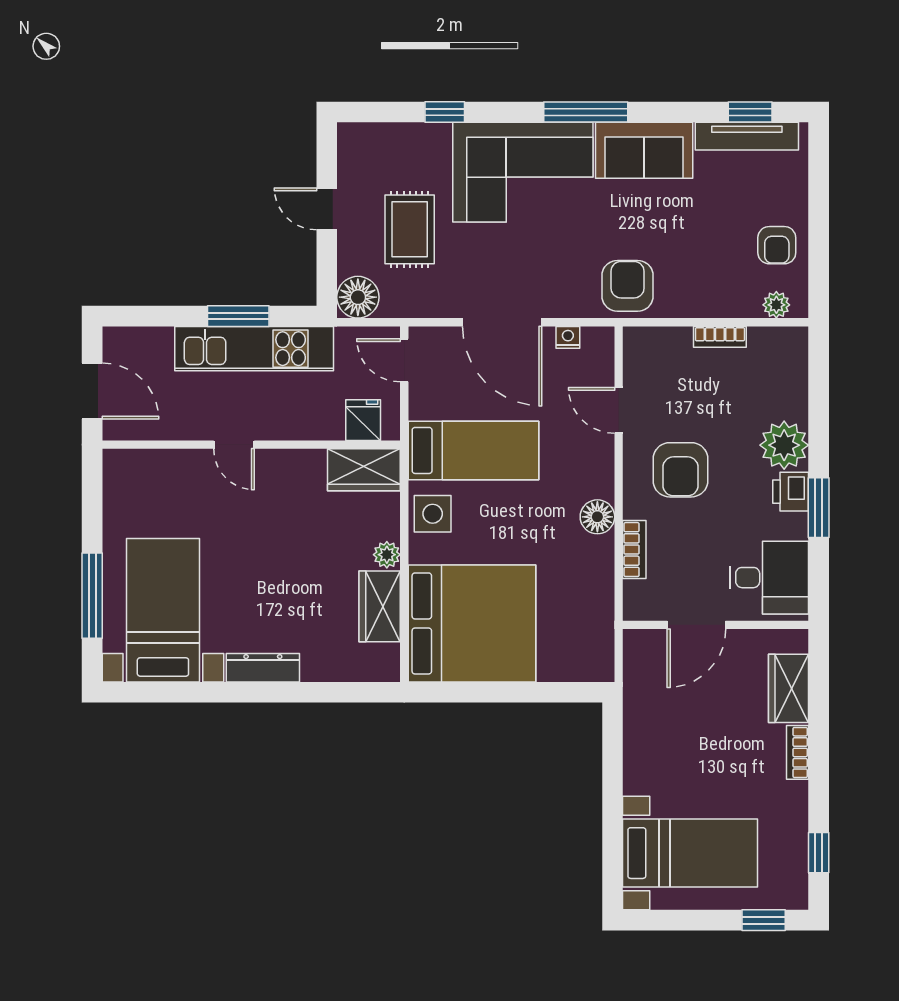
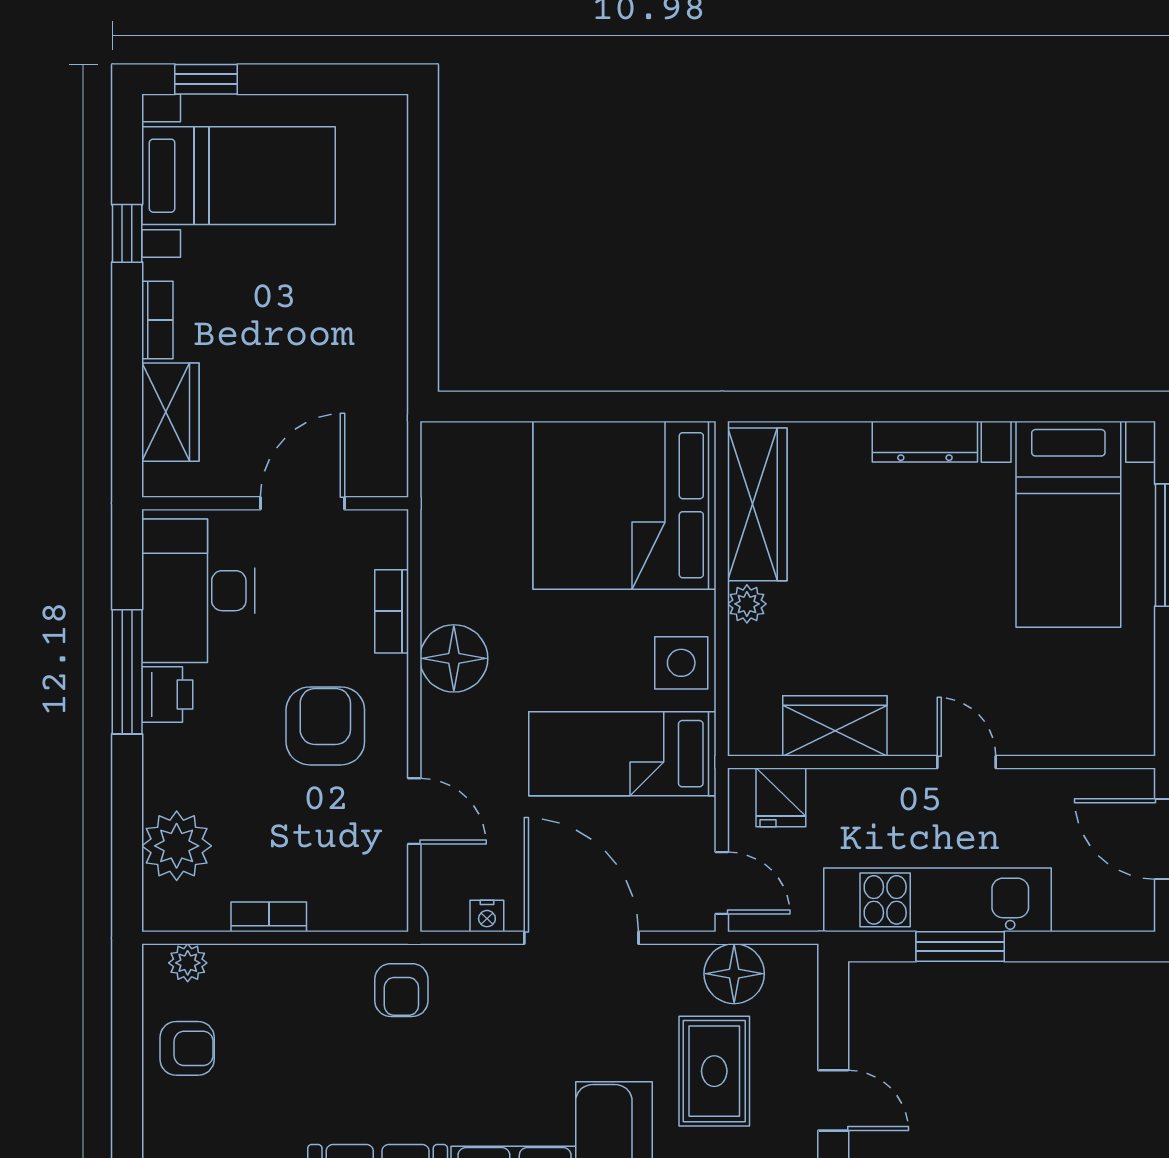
armchair: (777, 245) -> (187, 1048), turned 90
armchair: (628, 286) -> (401, 990), width x0.72, depth x0.72
floor lamp: (358, 297) -> (734, 974), moved
plant: (784, 445) -> (177, 846), moved
wardrobe: (364, 470) -> (835, 726), moved
window: (819, 508) -> (127, 672), width x1.44
floor lamp: (597, 517) -> (454, 658), width x1.38, depth x1.38
desk: (769, 578) -> (198, 591), width x1.37
wardrobe: (380, 606) -> (757, 504), width x1.50
bed with nightstands: (690, 853) -> (238, 176), moved, turned 180
window: (819, 853) -> (127, 233), moved

